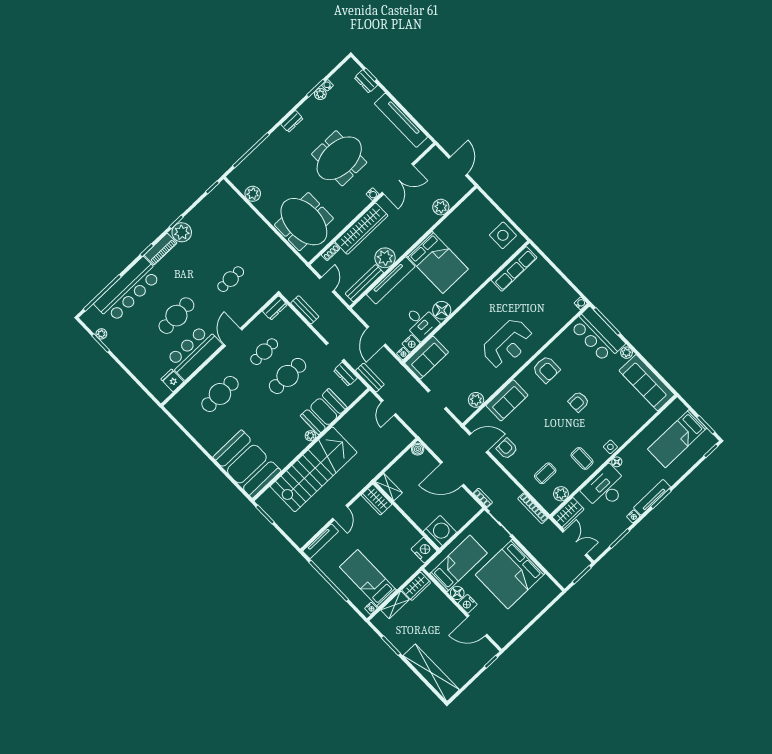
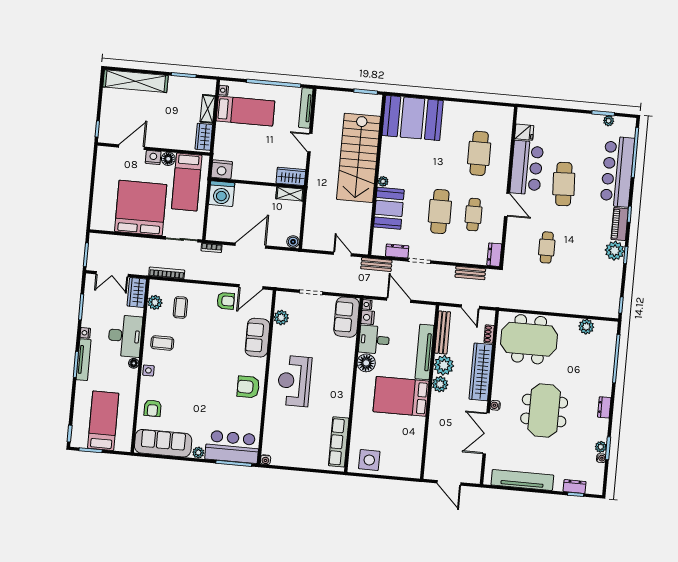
plant: (441, 207) -> (440, 384), moved
armchair: (579, 402) -> (153, 408), moved, turned 180

